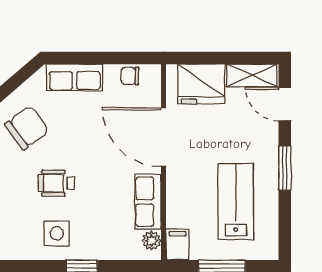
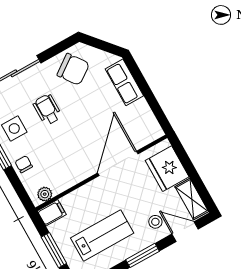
chair: (130, 76) -> (24, 164), moved
door: (285, 104) -> (185, 232), hinge flipped
stool: (254, 132) -> (155, 222), added
row of seats: (148, 202) -> (69, 177), removed

